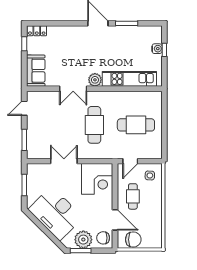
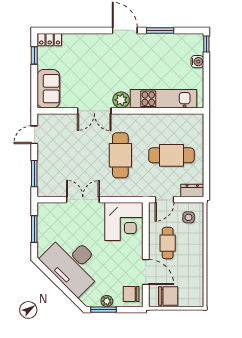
window: (164, 50) -> (206, 44), moved
dresser: (153, 154) -> (192, 190), added
plant: (83, 240) -> (107, 301), width x0.53, depth x0.53

